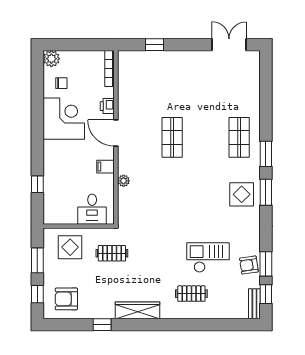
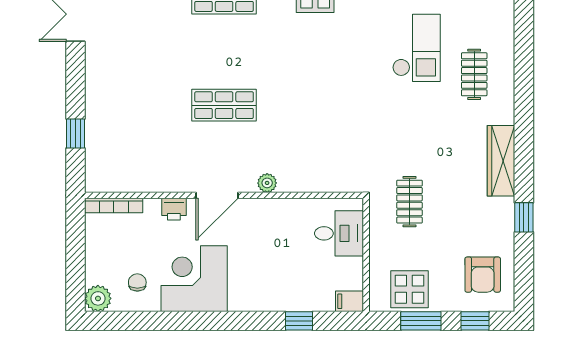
filing cabinet: (105, 167) -> (350, 301), moved, turned 90
plant: (124, 181) -> (267, 183), moved
display table: (70, 247) -> (409, 289), moved
checkout: (208, 258) -> (416, 48), turned 180

